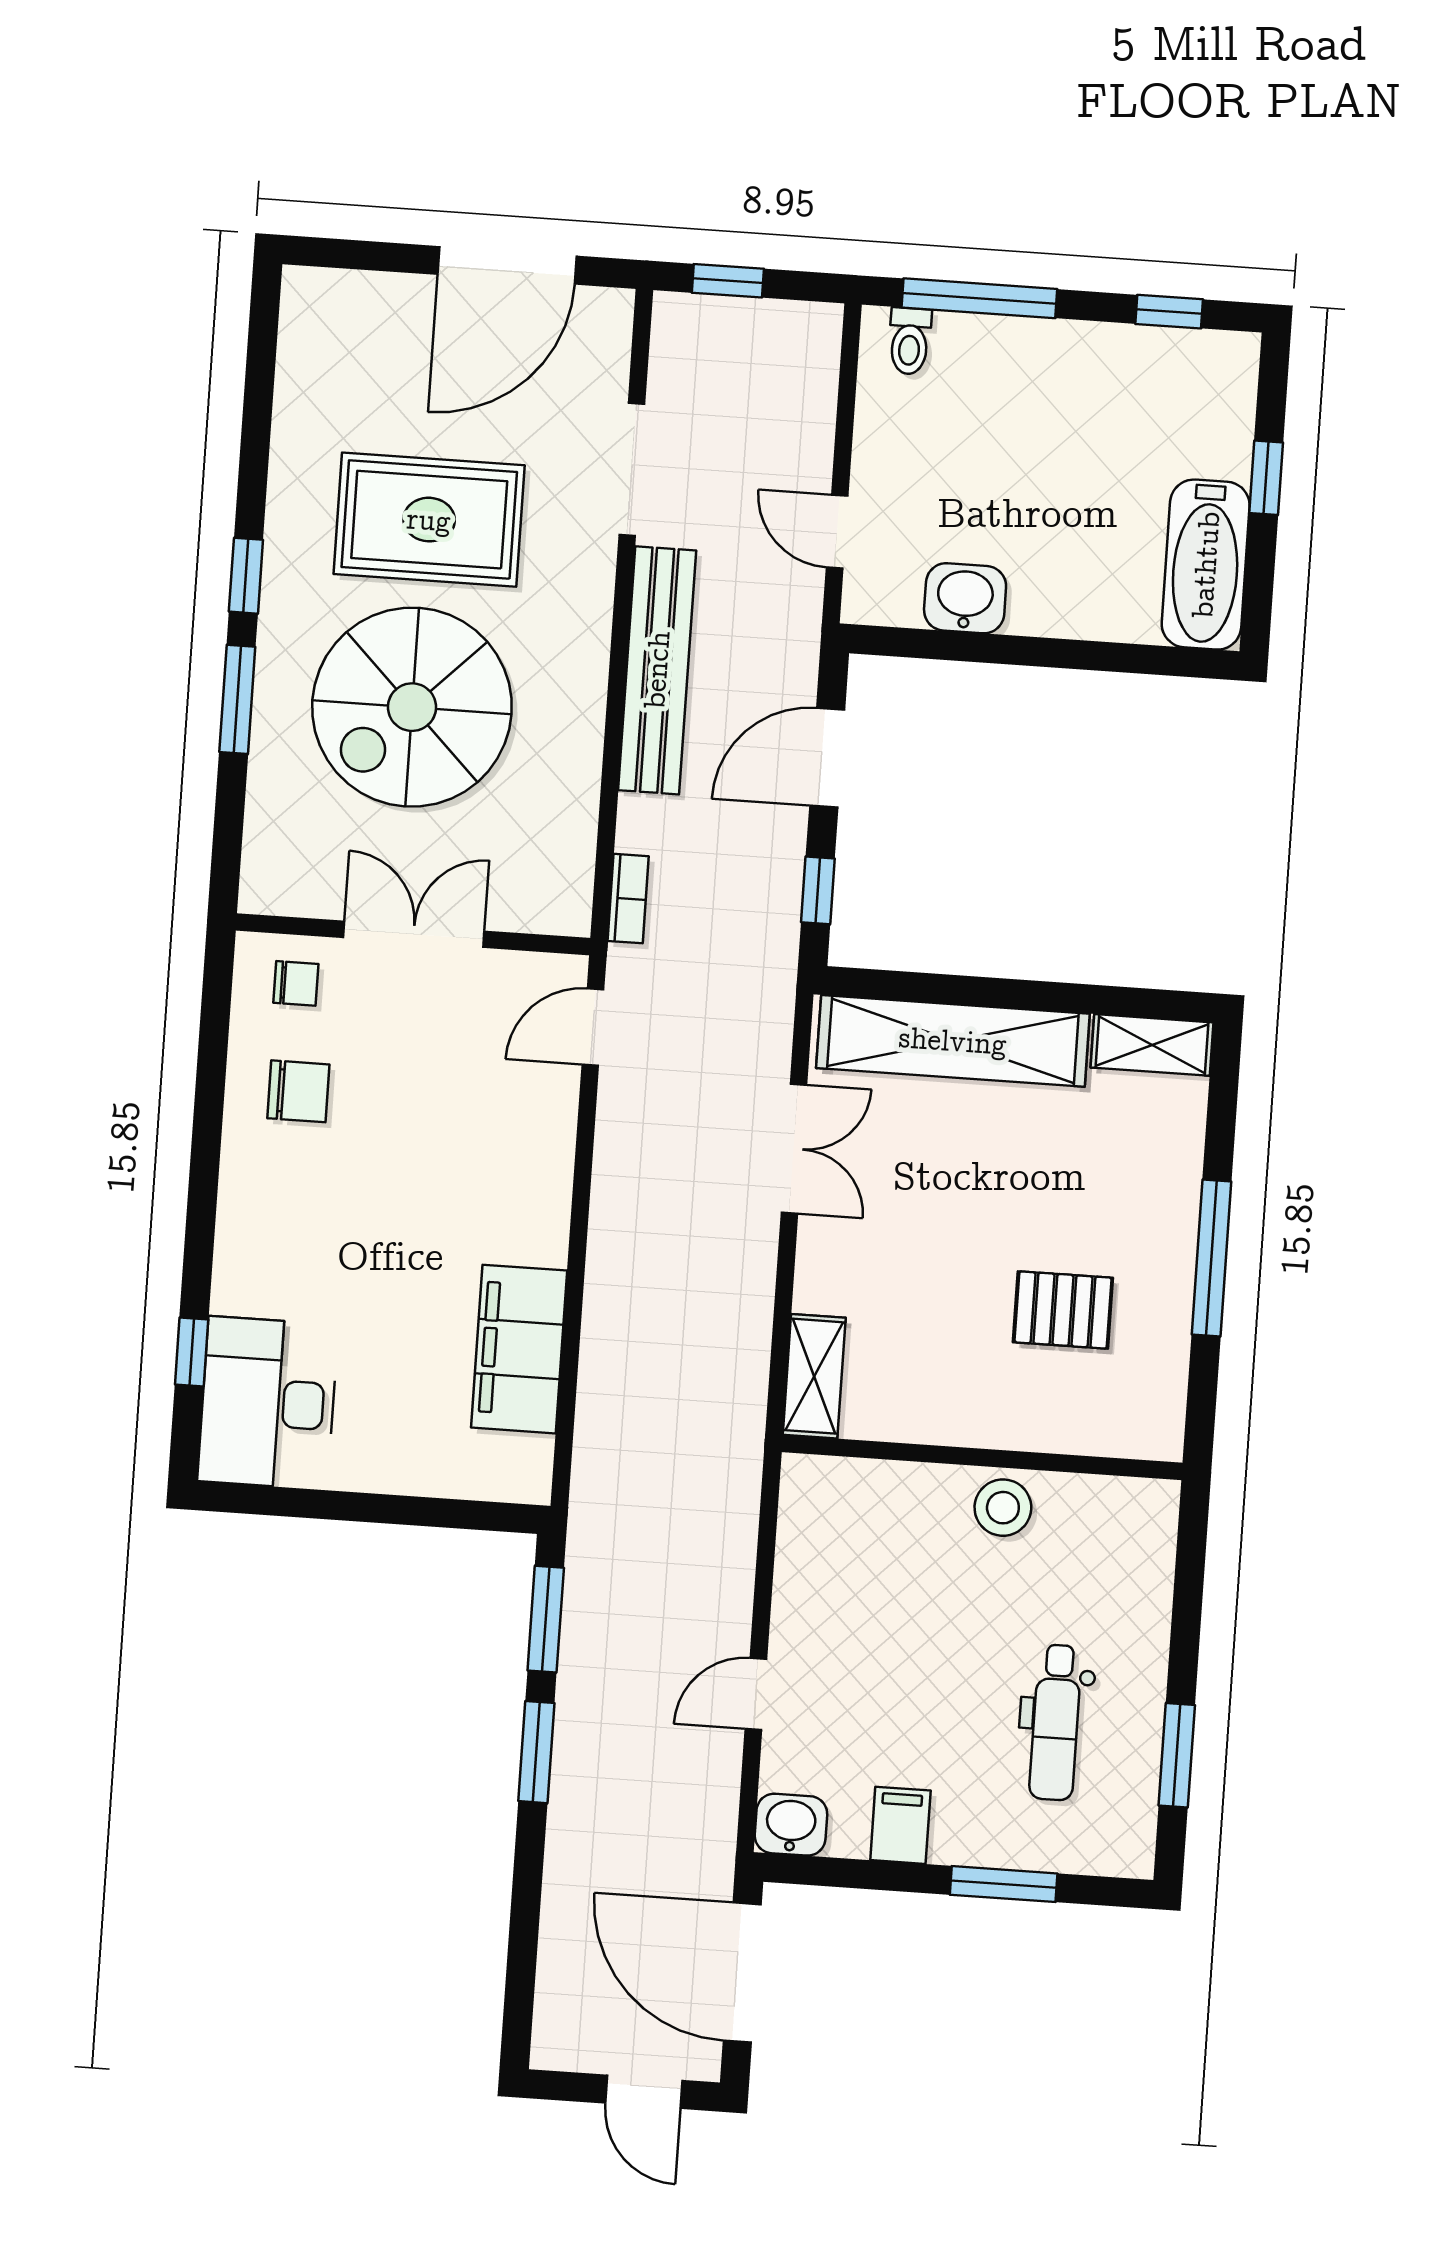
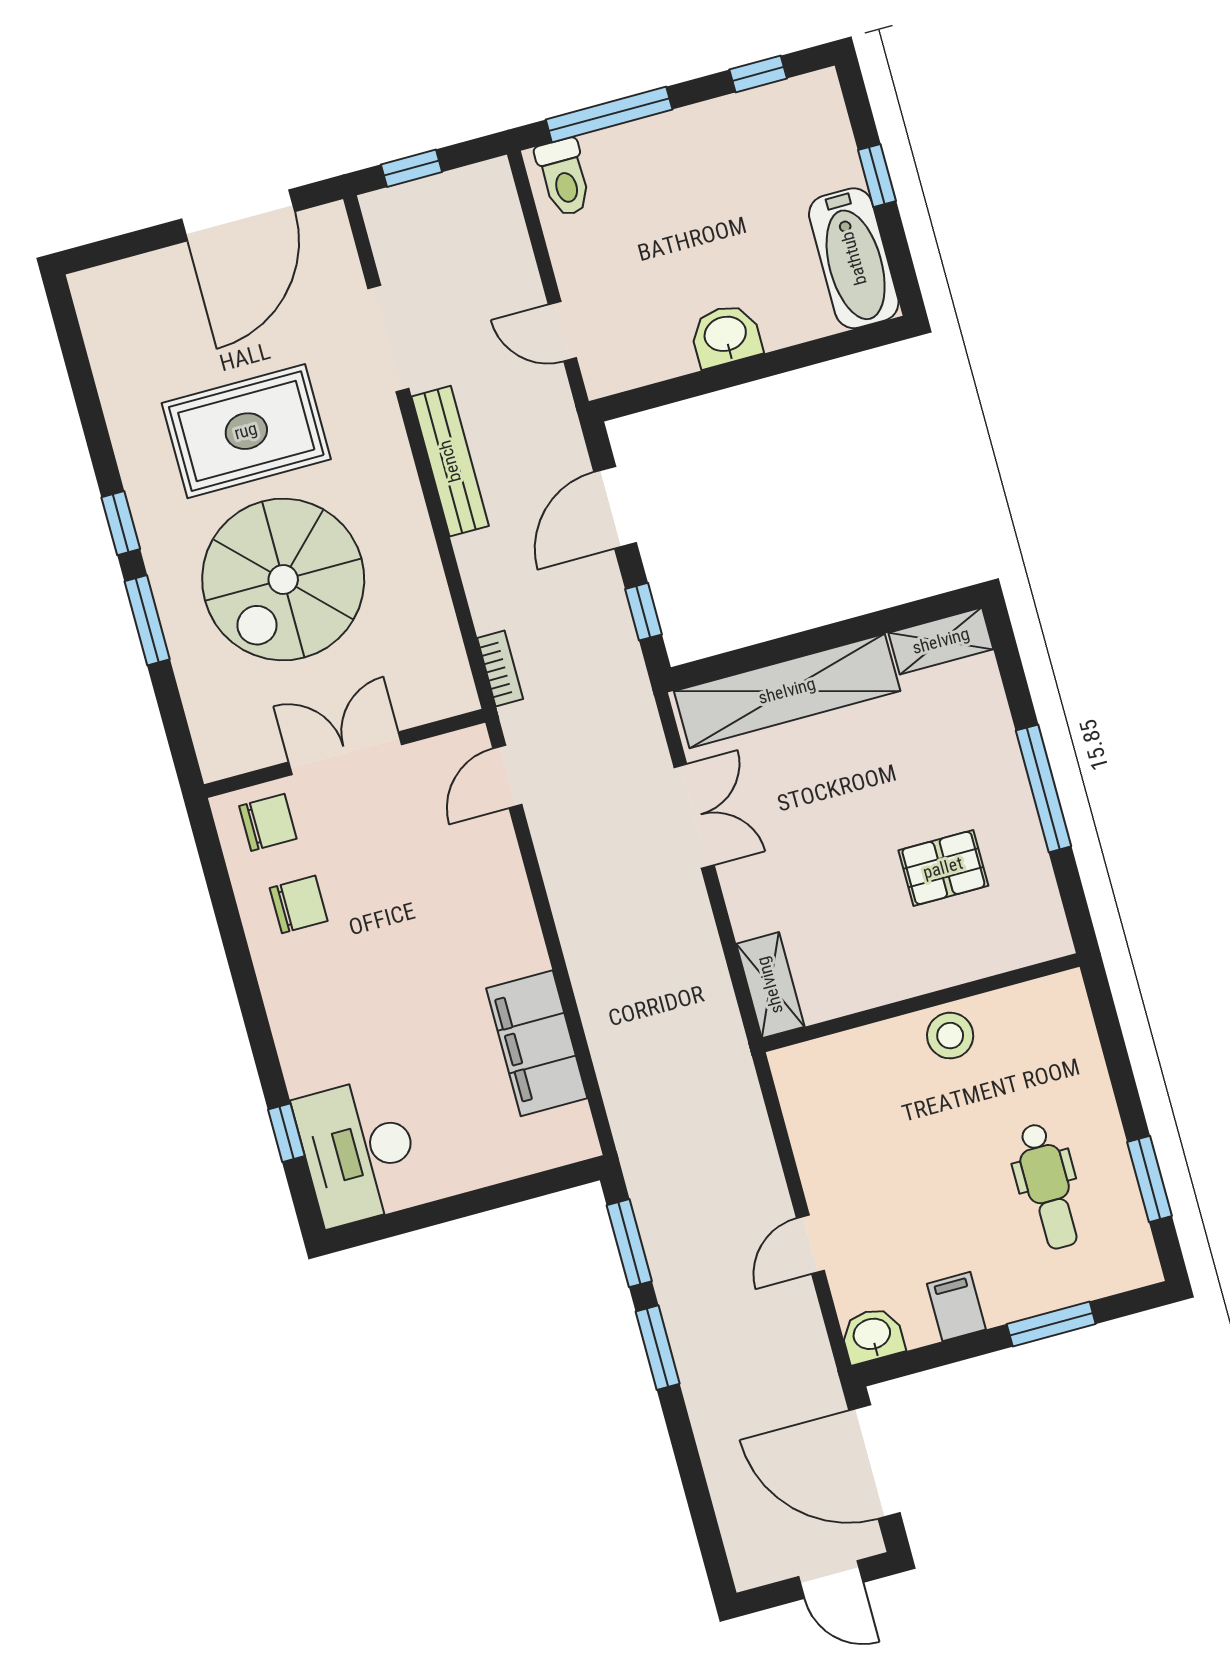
toilet: (910, 341) -> (564, 177), width x1.37, depth x1.39
washbasin: (965, 598) -> (726, 335), moved
bench: (657, 670) -> (450, 461), width x0.73, depth x0.82
chair: (296, 983) -> (268, 822), width x1.37, depth x1.37

